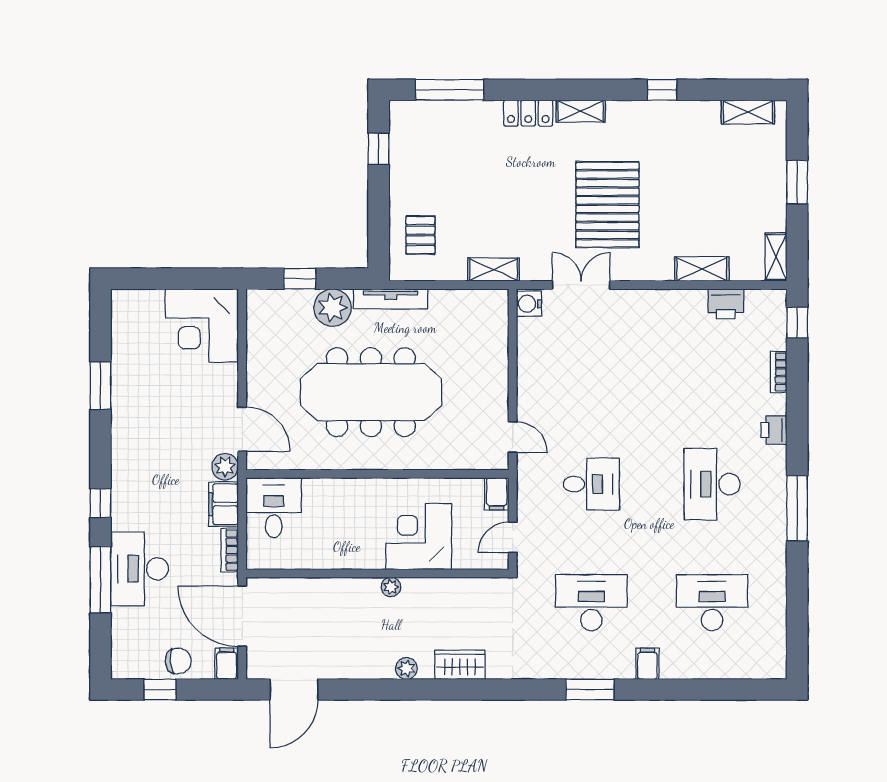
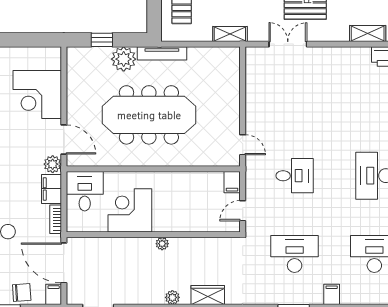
water cooler: (529, 304) -> (253, 56), removed
corner desk: (202, 325) -> (37, 95), moved
corner desk: (419, 537) -> (130, 210), moved

